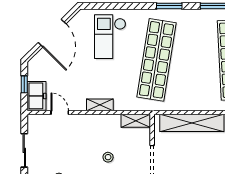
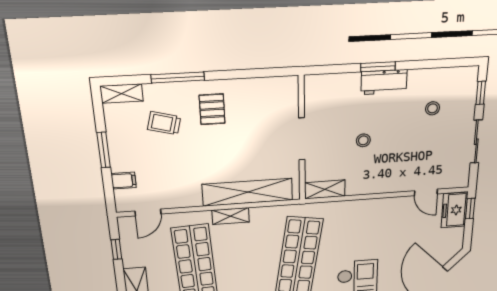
window: (24, 84) -> (470, 209), moved
shelving: (100, 105) -> (231, 216), moved

